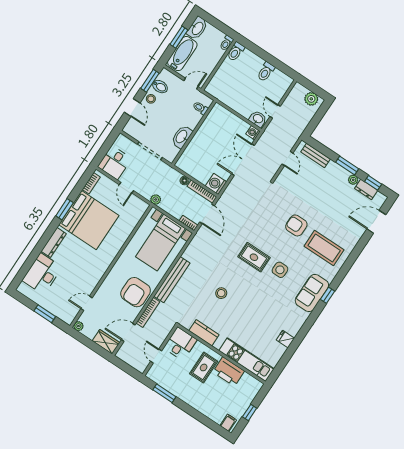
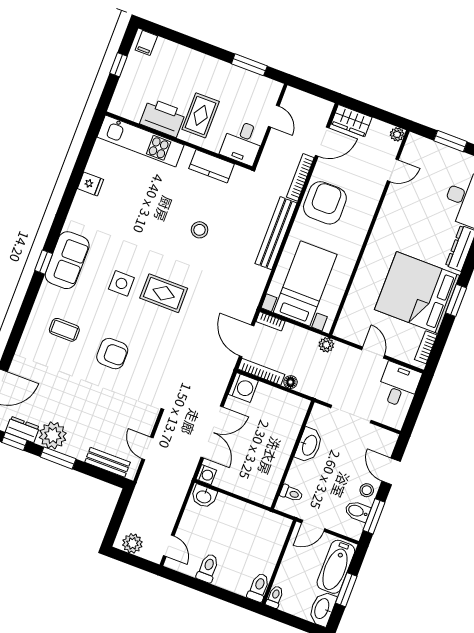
door: (275, 111) -> (169, 546), moved
plant: (353, 180) -> (53, 435), width x1.88, depth x1.88
coffee table: (324, 248) -> (64, 330), width x0.54, depth x0.58

